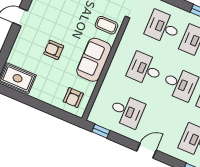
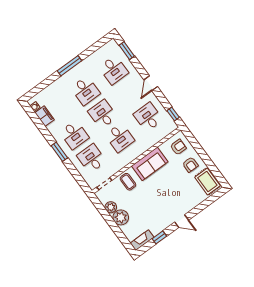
desk: (163, 27) -> (92, 158), turned 180
armchair: (54, 50) -> (190, 165), moved
door: (146, 151) -> (151, 83), hinge flipped

